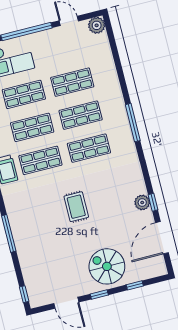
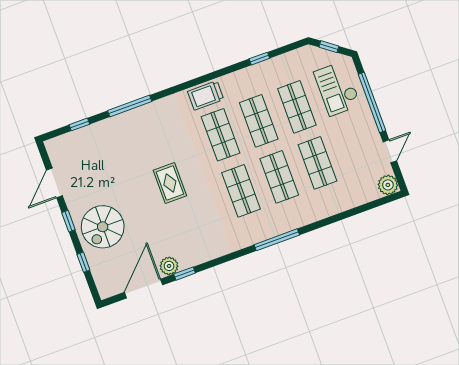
plant: (142, 203) -> (169, 266), moved
rug: (76, 207) -> (170, 183), turned 90
door: (162, 238) -> (144, 289), hinge flipped
spiral stairs: (107, 266) -> (103, 227), turned 180
window: (24, 294) -> (79, 124), moved

